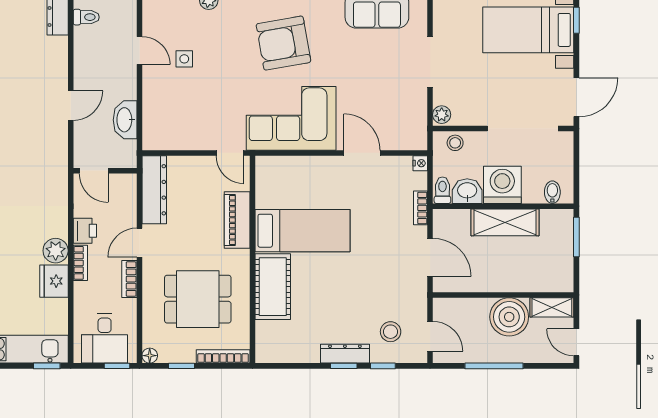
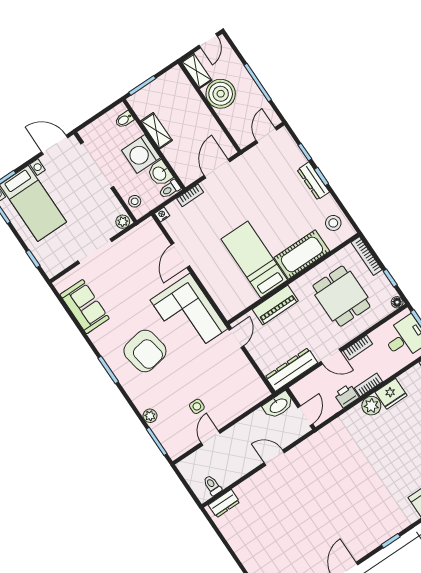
washbasin: (125, 120) -> (278, 405), moved
shelving: (505, 222) -> (156, 131), width x0.67, depth x0.75
stool: (391, 332) -> (333, 223), moved

